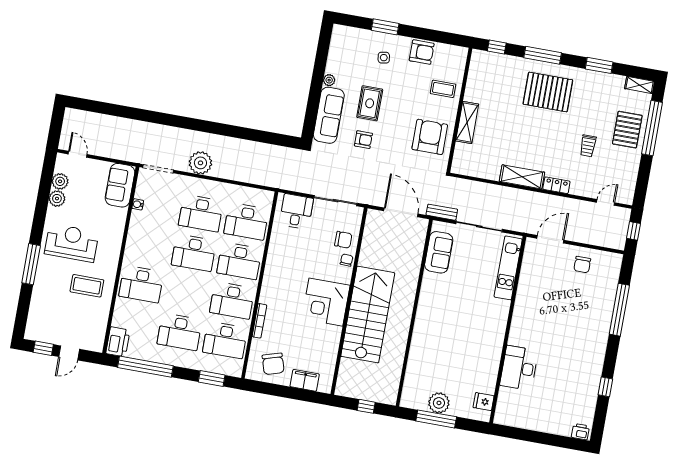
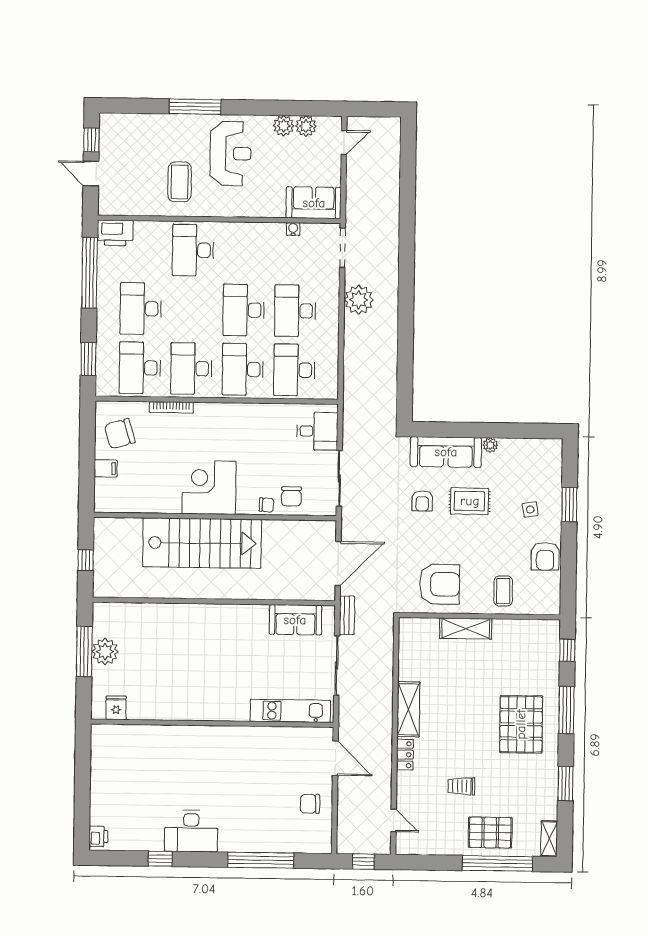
desk: (519, 368) -> (191, 831), moved, turned 180
filing cabinet: (305, 380) -> (106, 468), width x0.50

